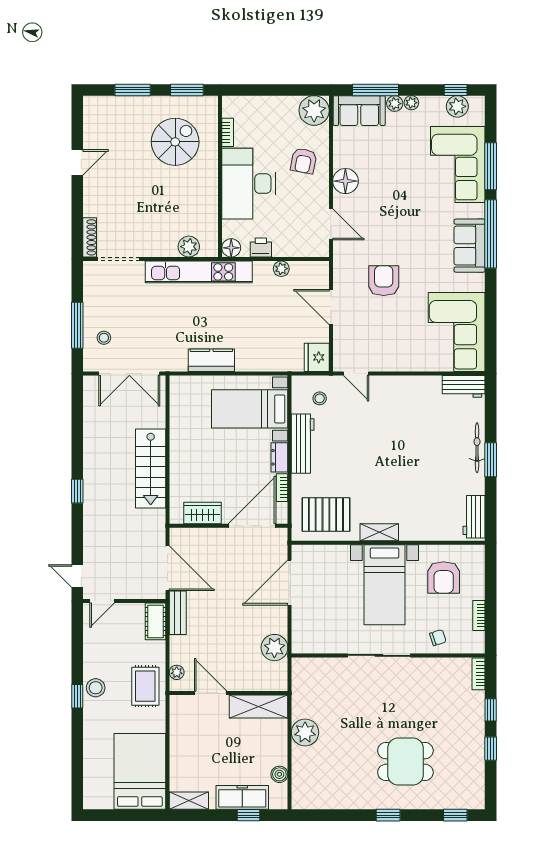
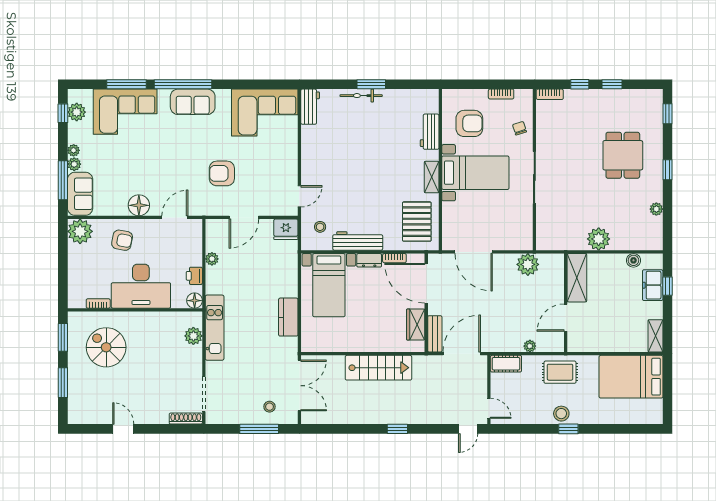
kitchen unit: (199, 272) -> (215, 328), width x0.73
workbench: (474, 517) -> (430, 132), moved, turned 90
bench: (178, 613) -> (435, 334), moved, turned 90
plant: (177, 672) -> (530, 346), moved
freezer: (242, 797) -> (653, 285), width x0.71
plant: (341, 802) -> (656, 209), added

